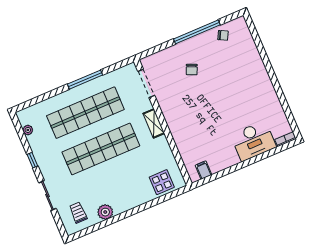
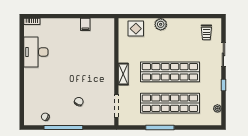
desk: (253, 141) -> (36, 52), moved, turned -90
filing cabinet: (204, 170) -> (85, 24), moved
plant: (105, 212) -> (161, 24), moved

